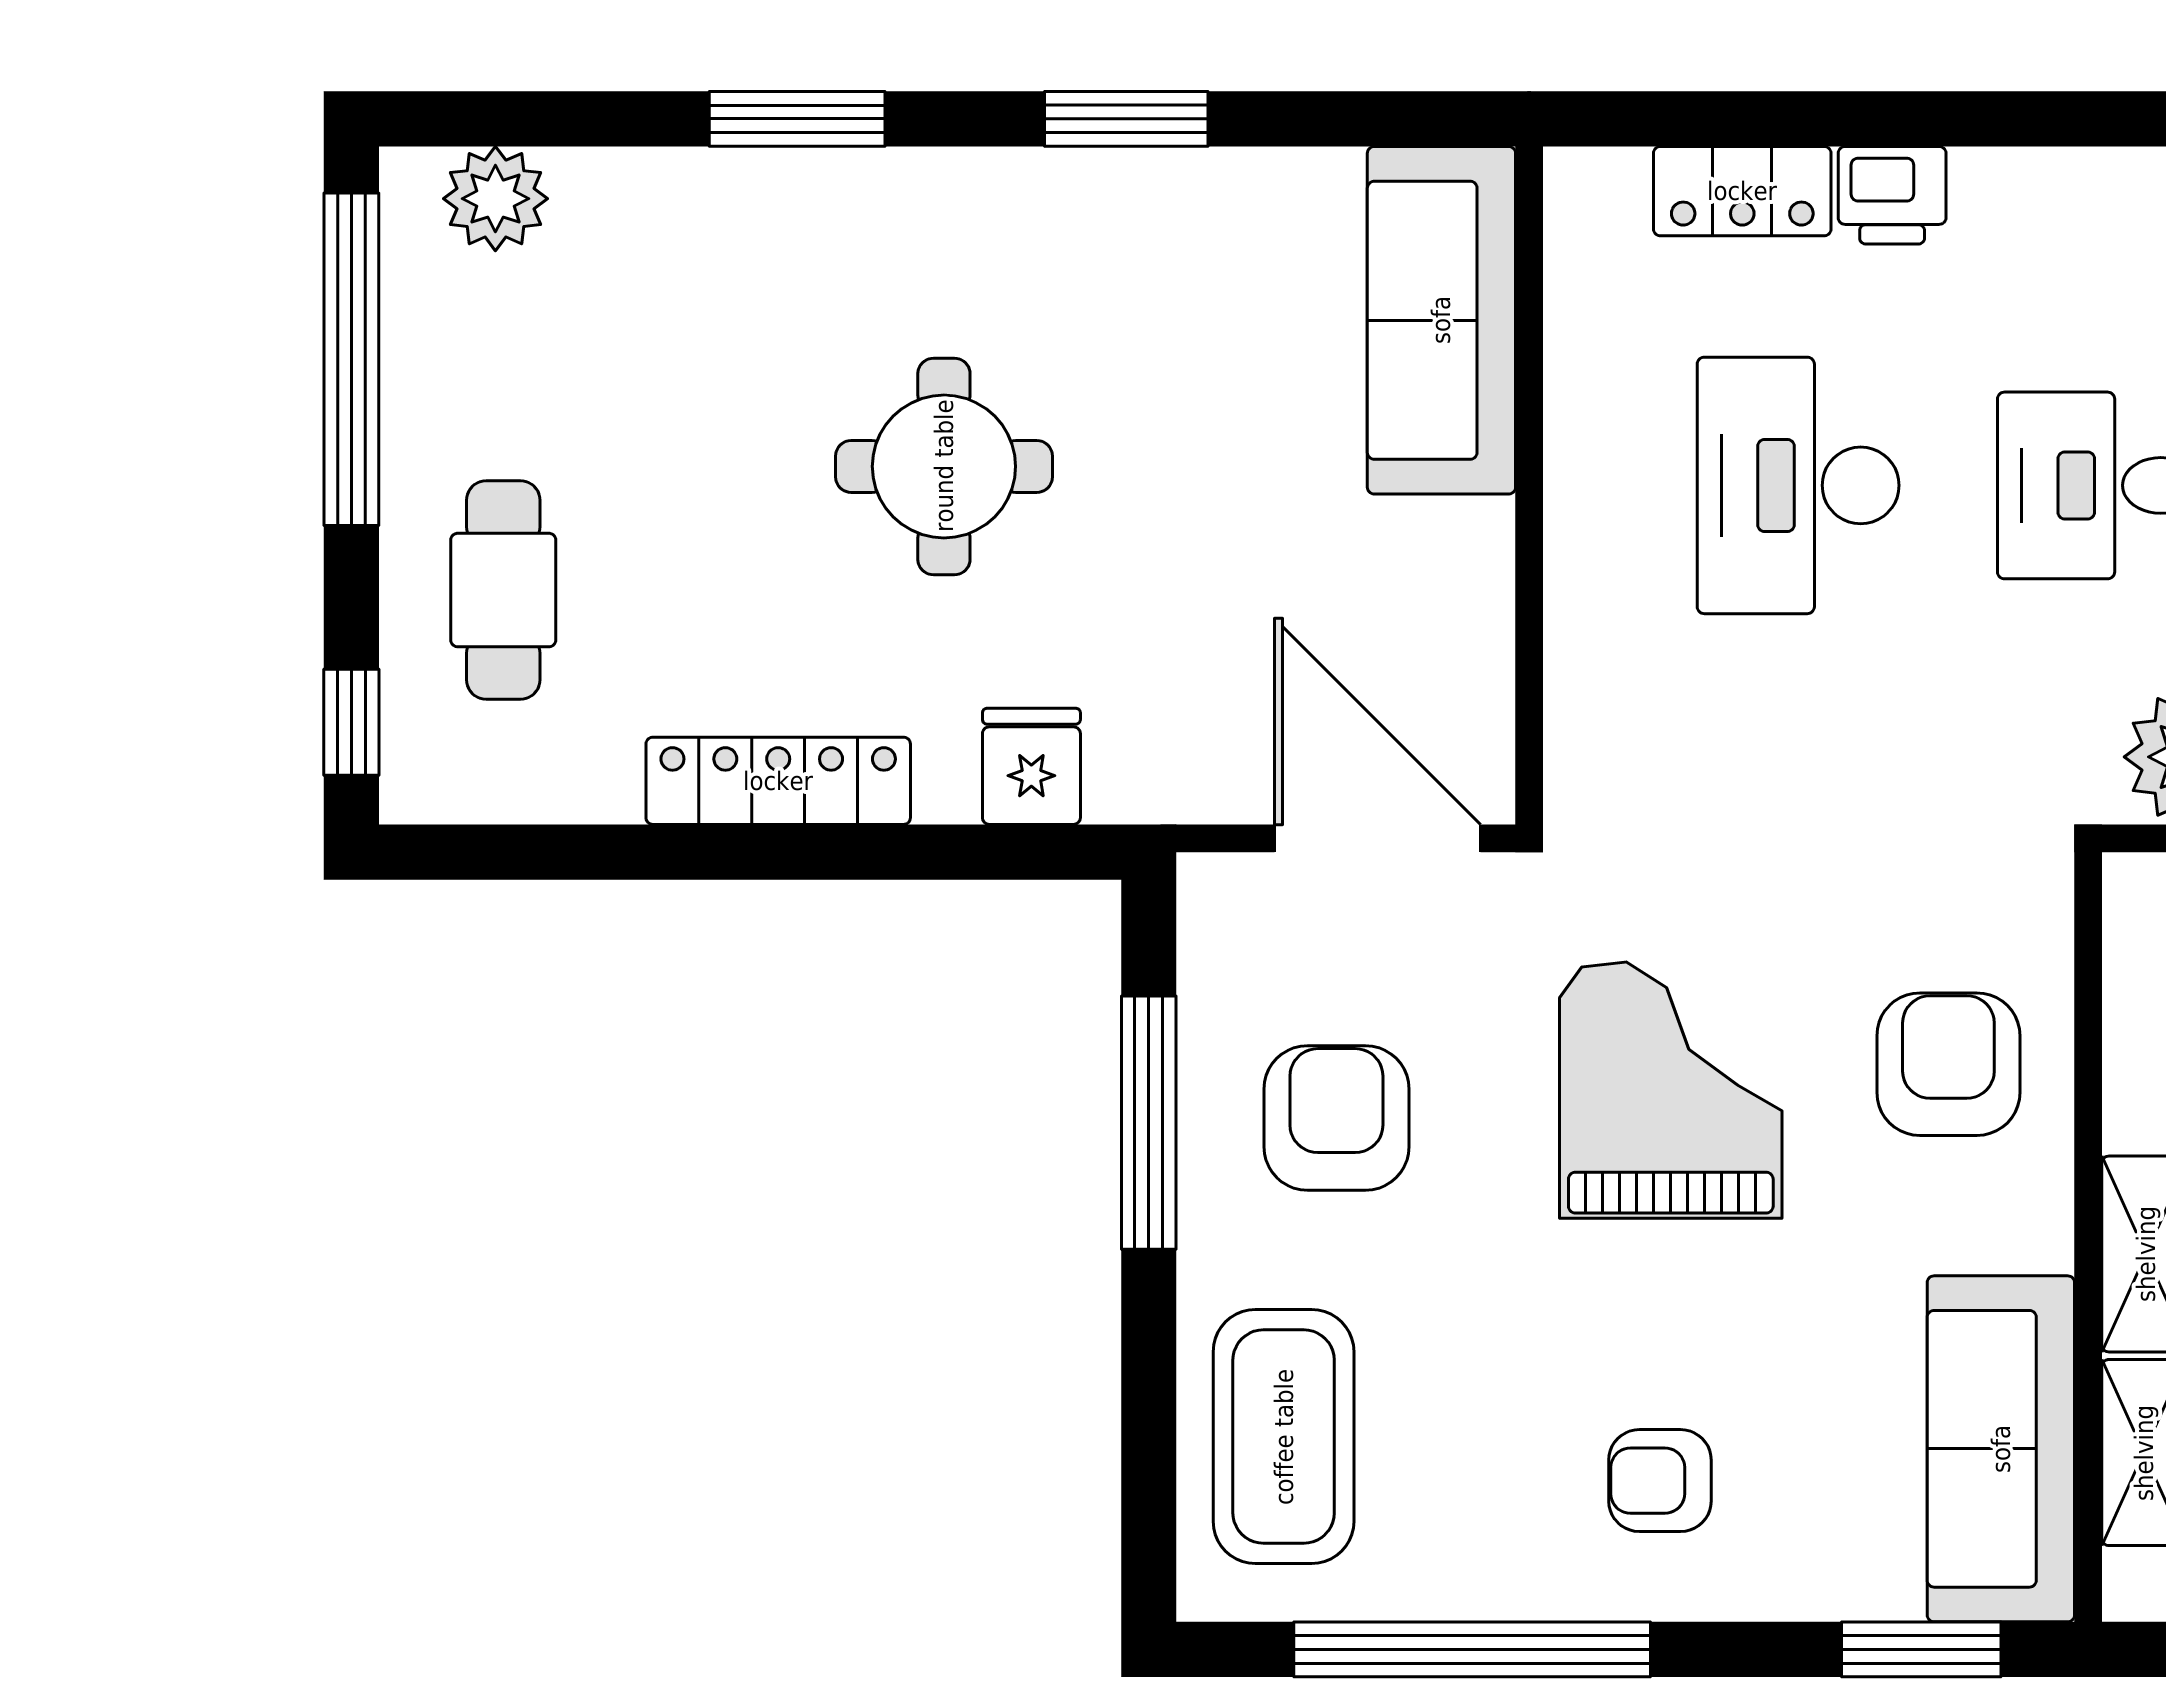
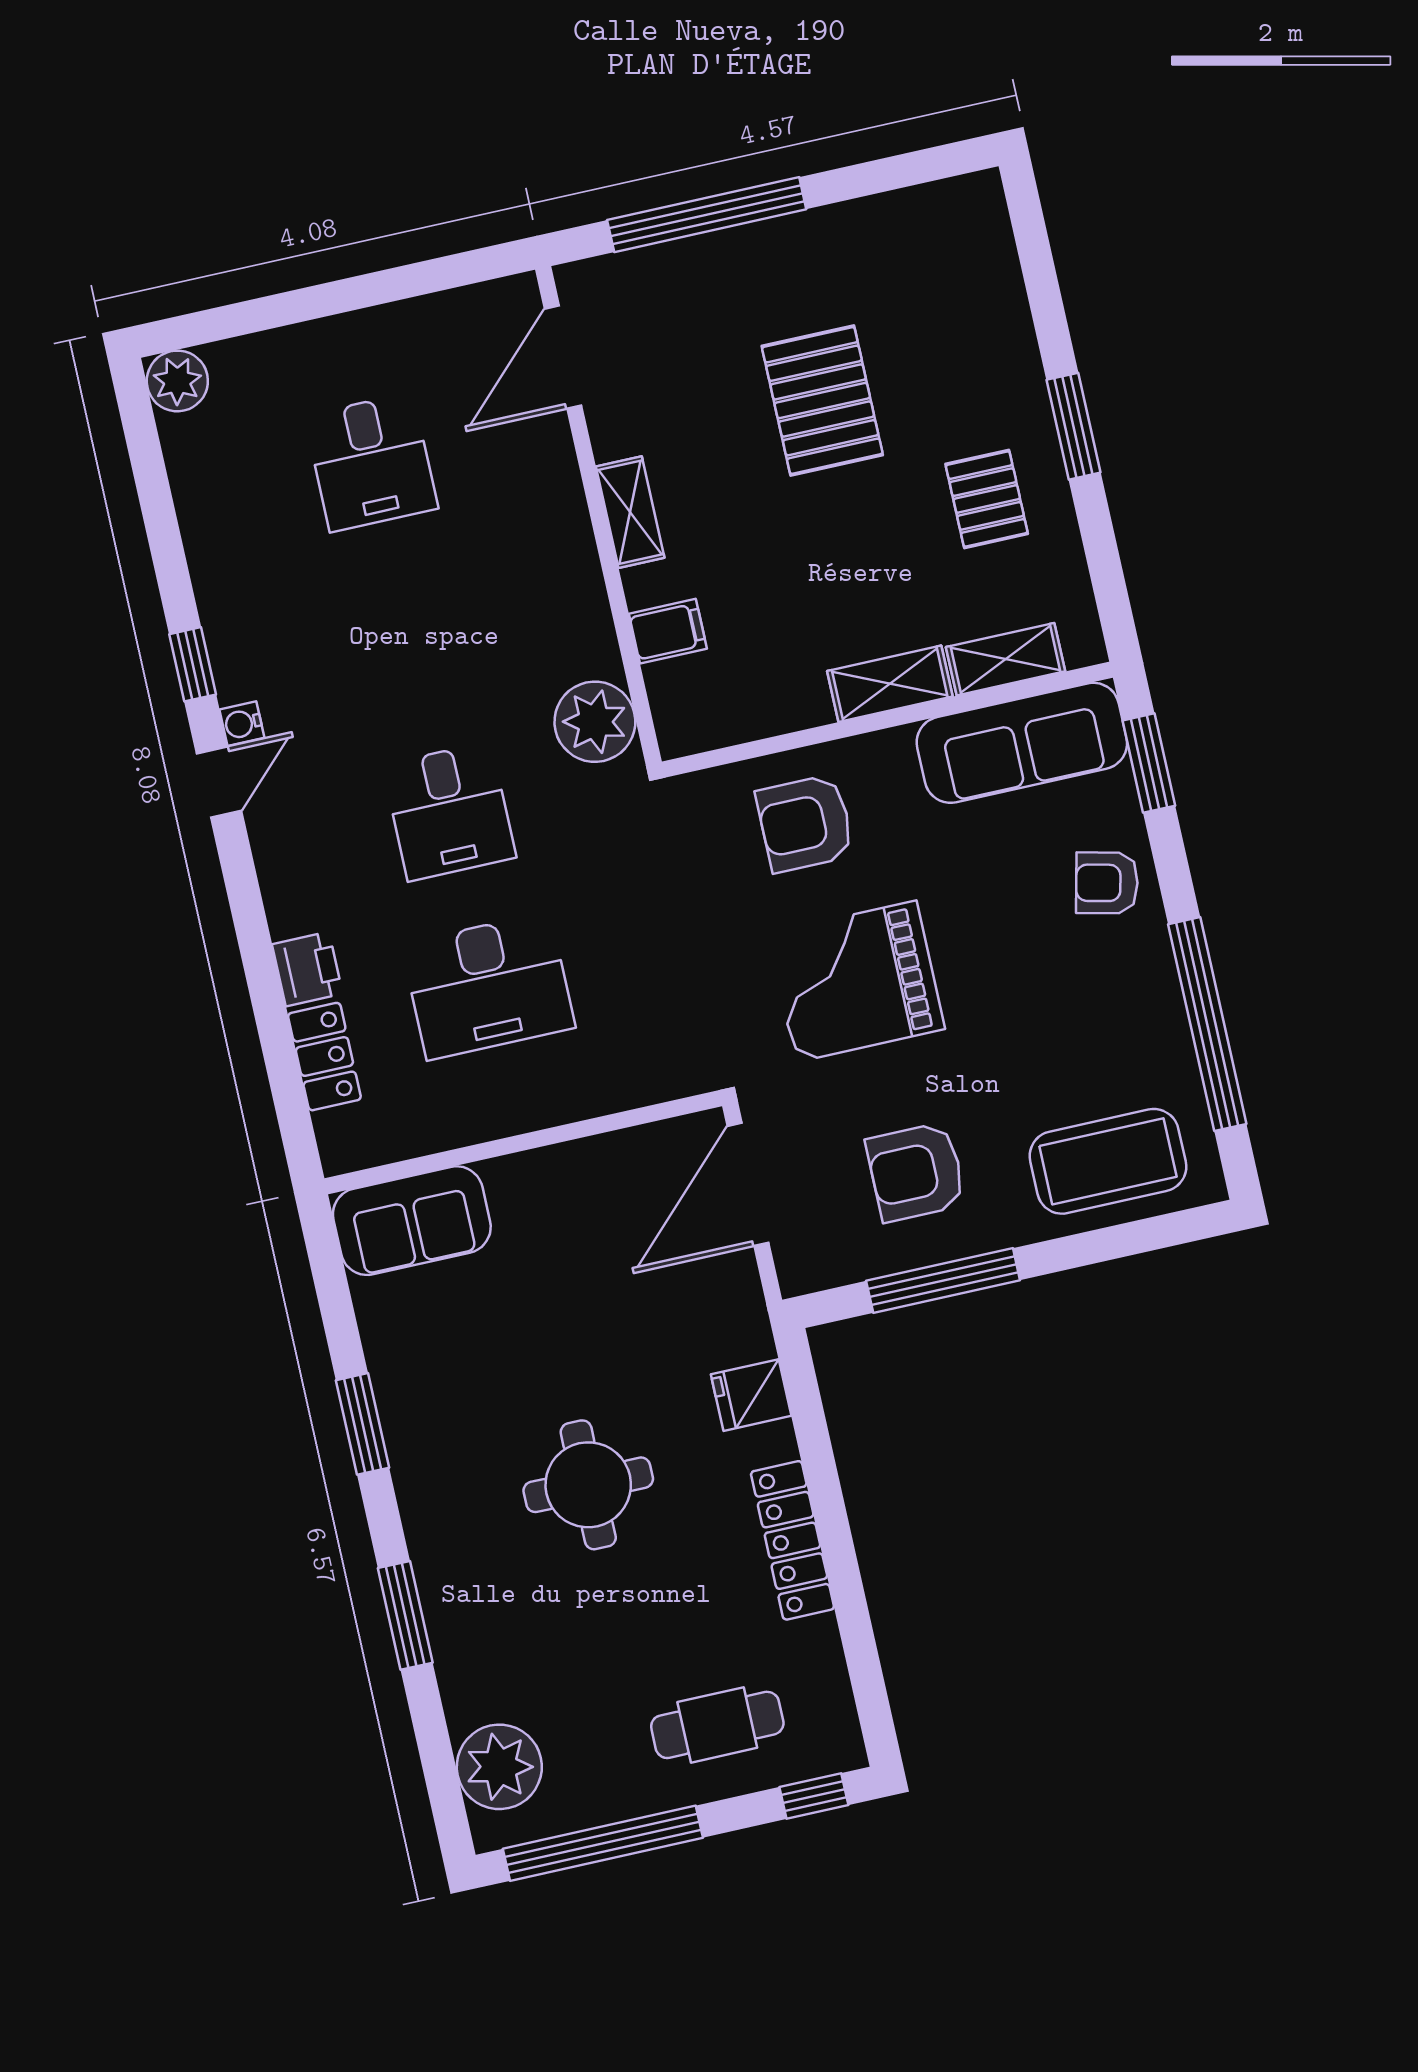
plant: (495, 199) -> (499, 1767), width x1.36, depth x1.36
sofa: (1441, 320) -> (412, 1221), width x0.73
armchair: (1660, 1481) -> (1107, 883), moved, turned 103

